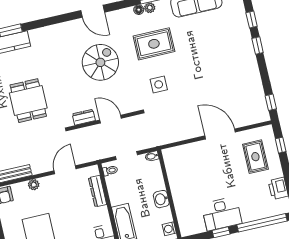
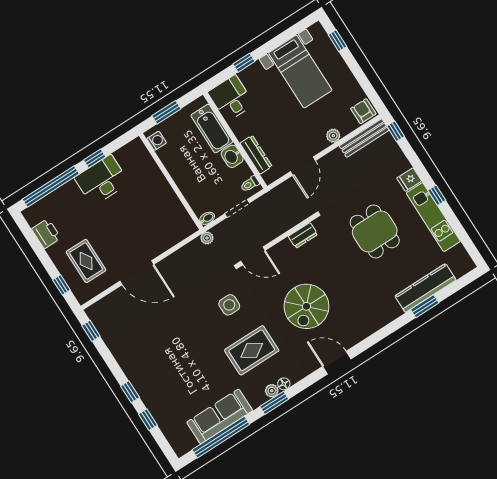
door: (111, 119) -> (253, 256), moved
plant: (157, 141) -> (207, 238), added
washbasin: (161, 199) -> (232, 156), moved, turned 180

